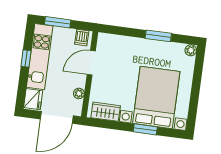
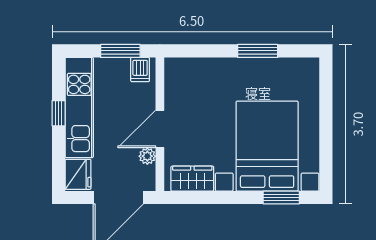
window: (58, 22) -> (120, 51), moved
plant: (191, 50) -> (311, 66), removed
door: (91, 63) -> (160, 129), moved
window: (145, 129) -> (281, 198), moved

